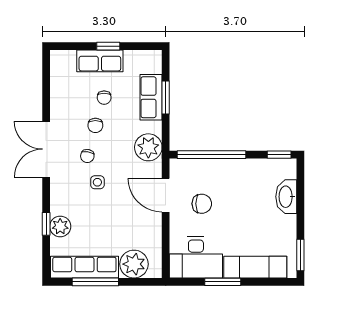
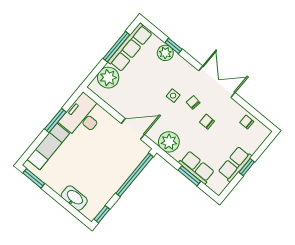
row of seats: (100, 61) -> (235, 164), moved
chair: (104, 98) -> (247, 122), moved
chair: (202, 204) -> (111, 146), removed

